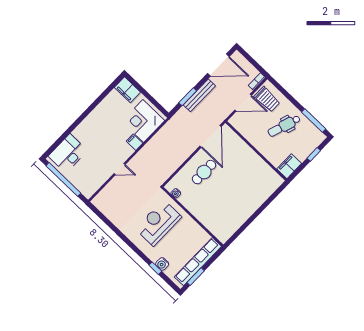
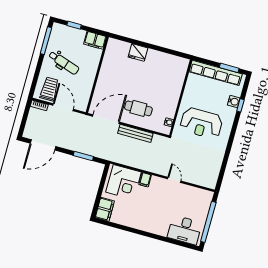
door: (218, 65) -> (43, 145), swing flipped
bench: (199, 95) -> (135, 133), moved
fridge: (256, 200) -> (138, 52), added

